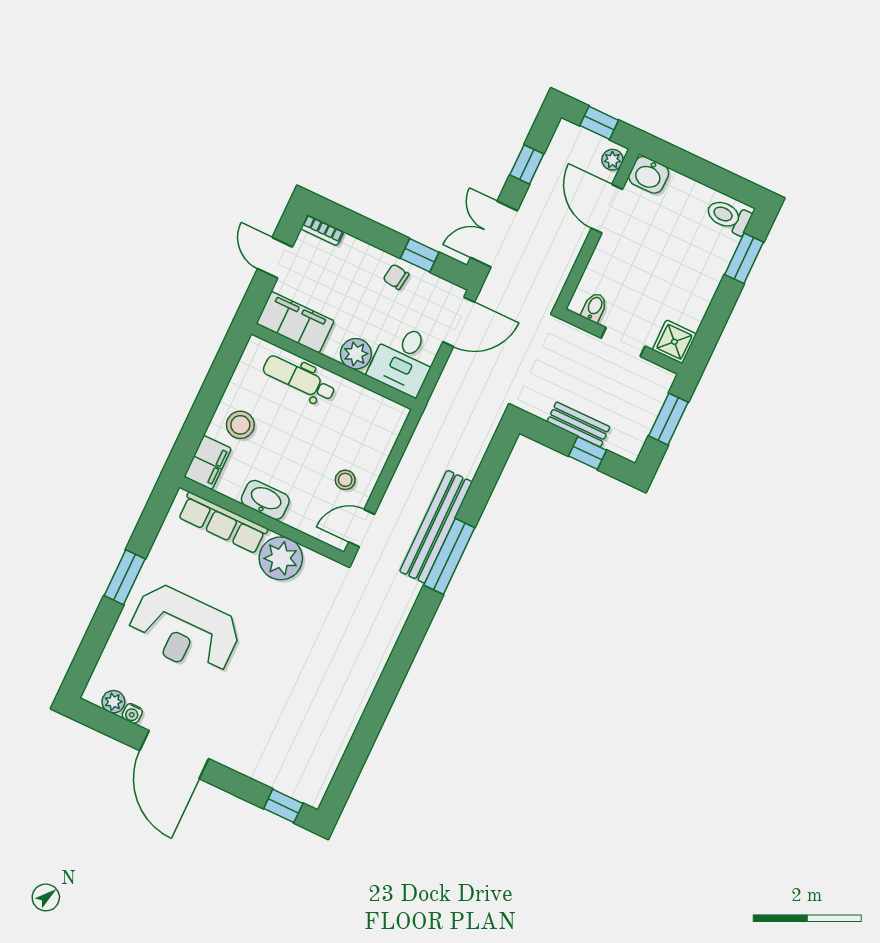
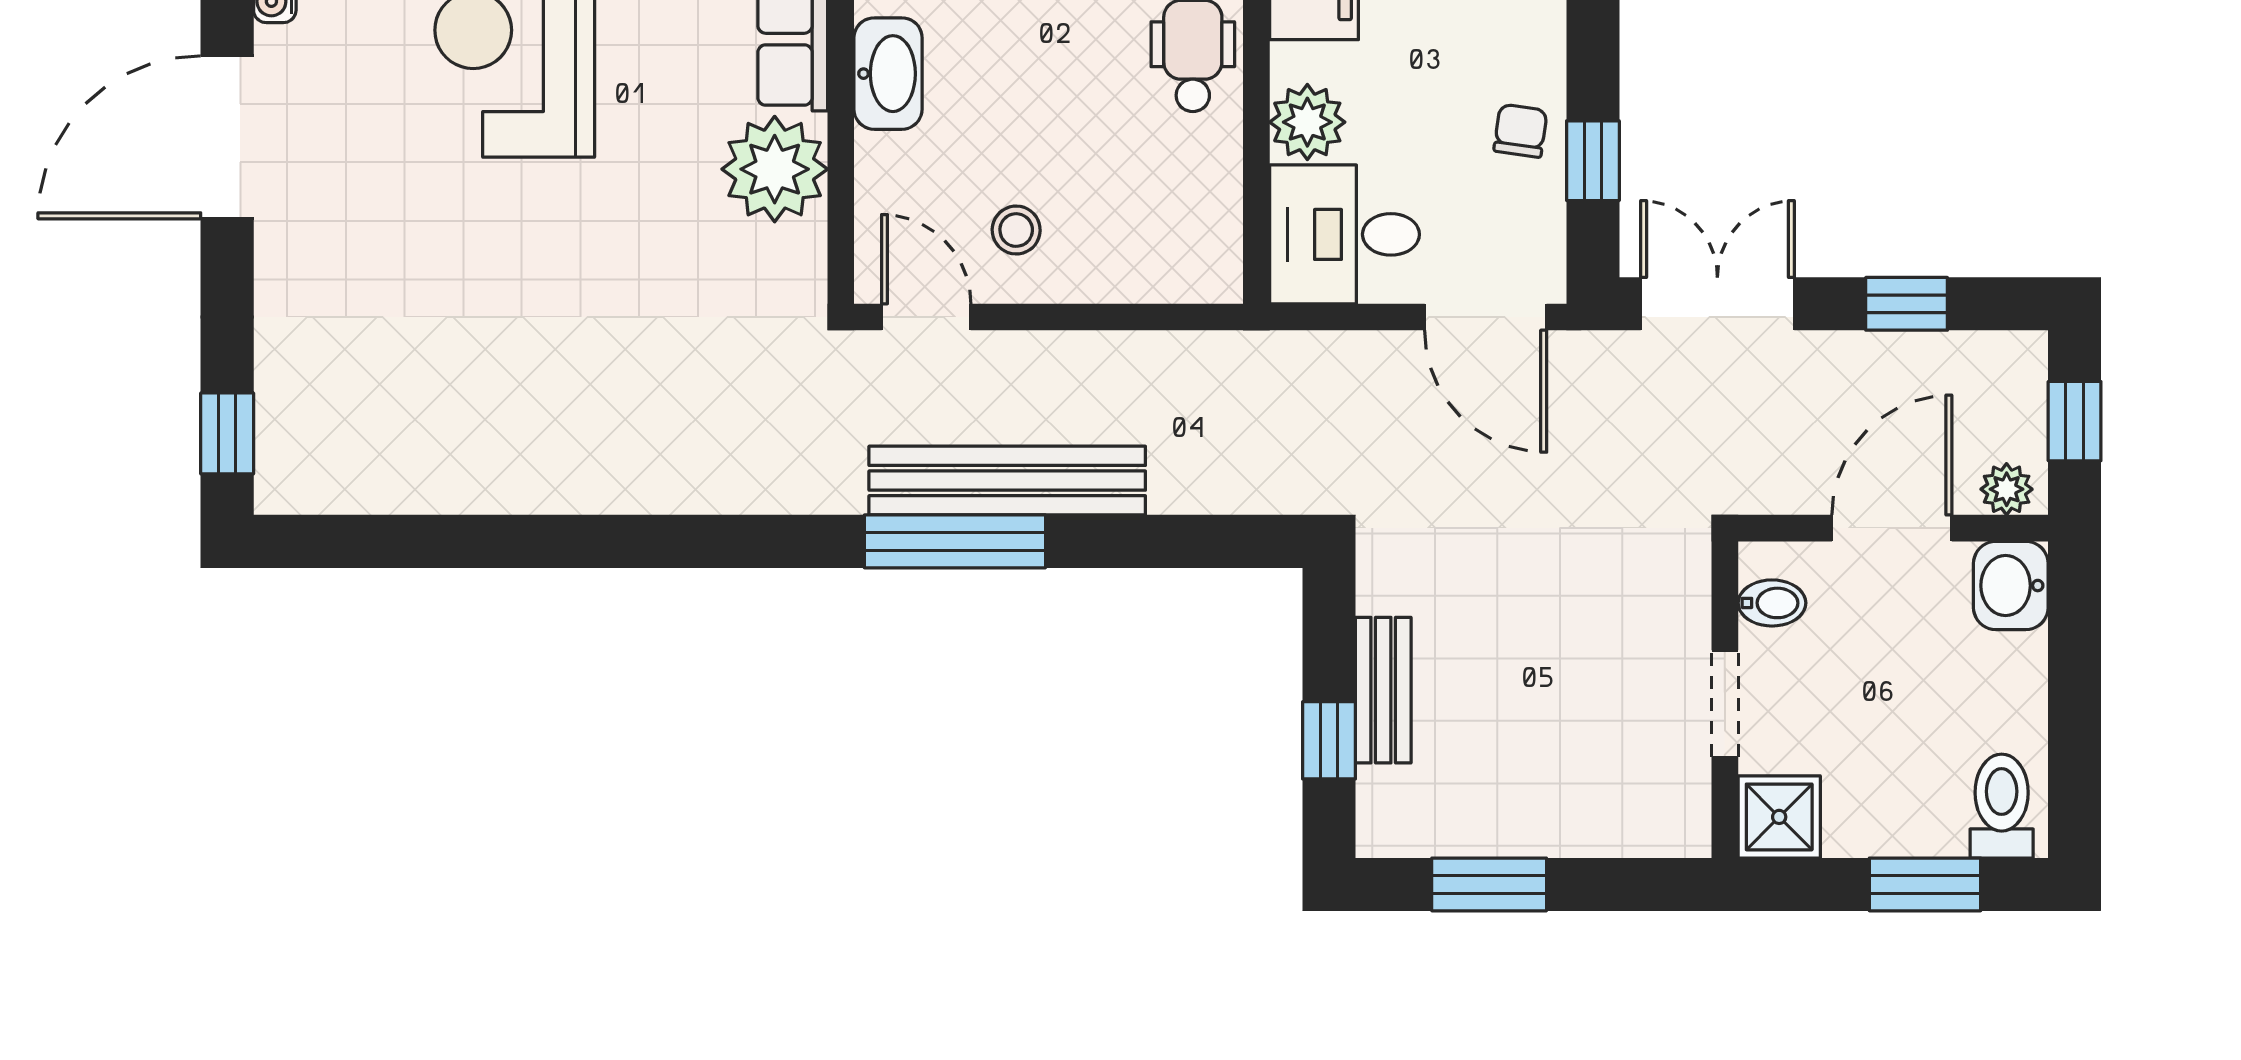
bidet: (594, 307) -> (1772, 603), moved
wall: (622, 341) -> (1725, 700), moved
doorway: (623, 342) -> (1725, 704), moved
shower: (674, 342) -> (1779, 817), moved

